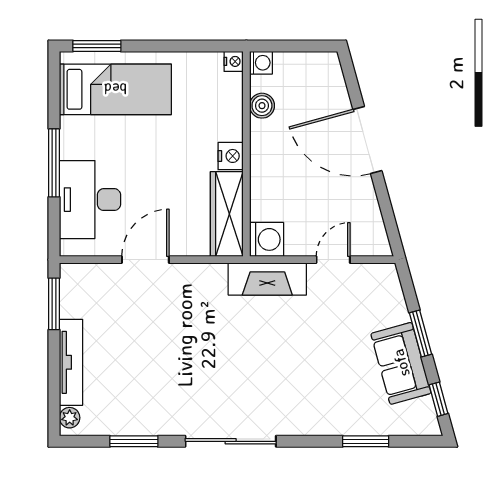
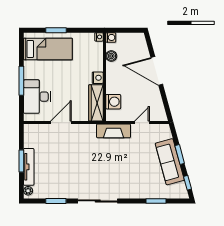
window: (97, 46) -> (56, 30), moved
washing machine: (267, 239) -> (113, 102), moved
window: (54, 304) -> (21, 161), moved
sofa: (401, 363) -> (170, 162), width x1.36

